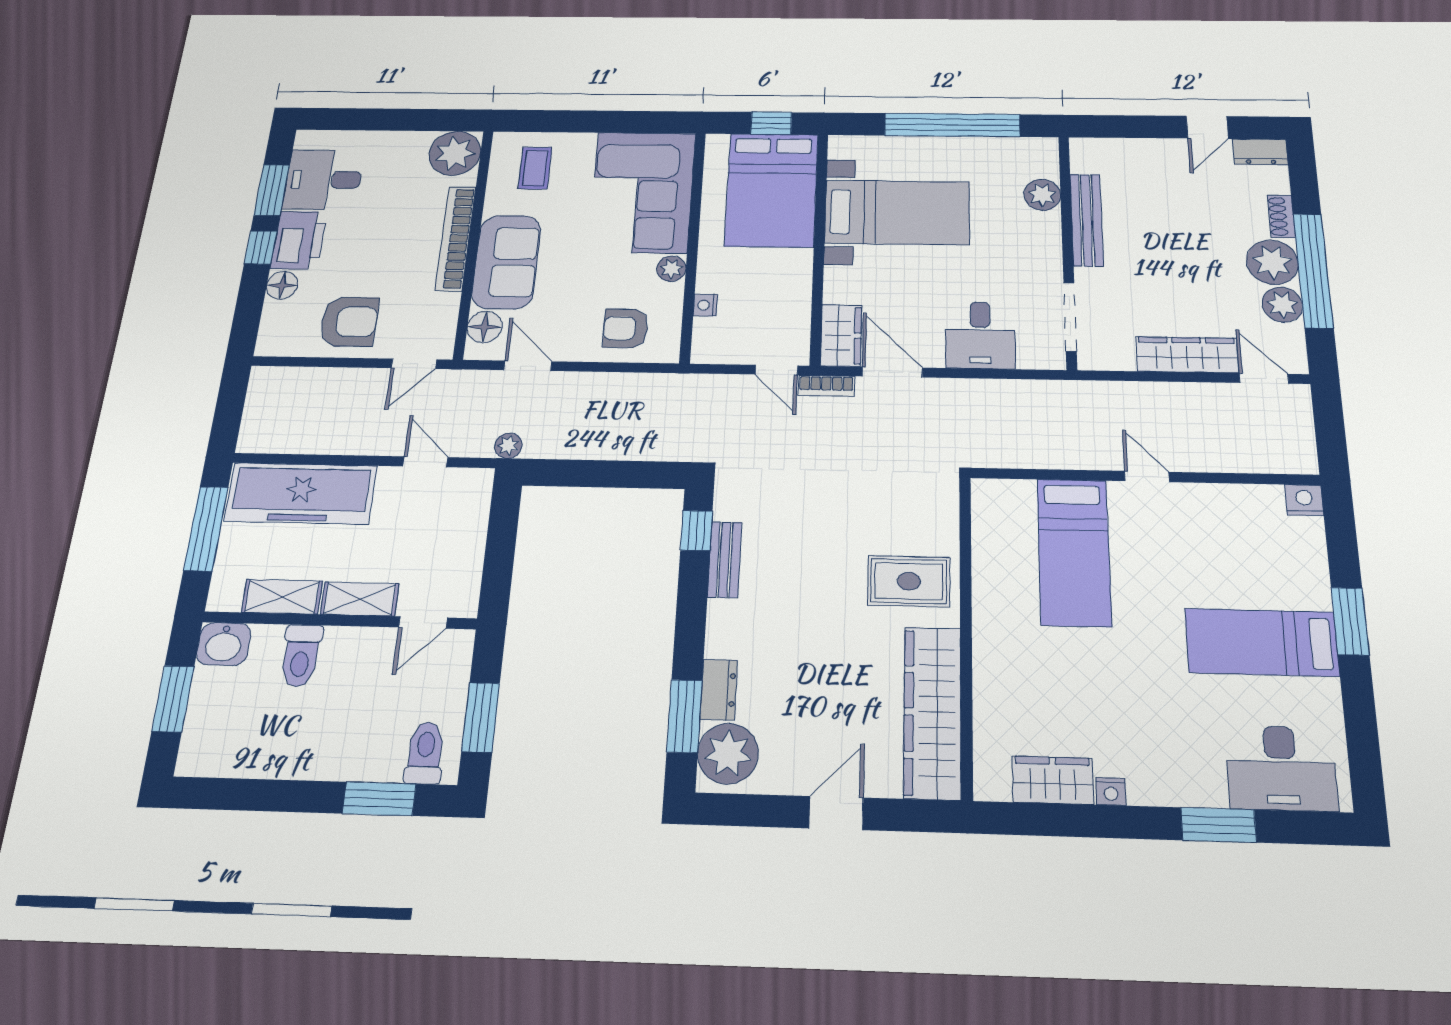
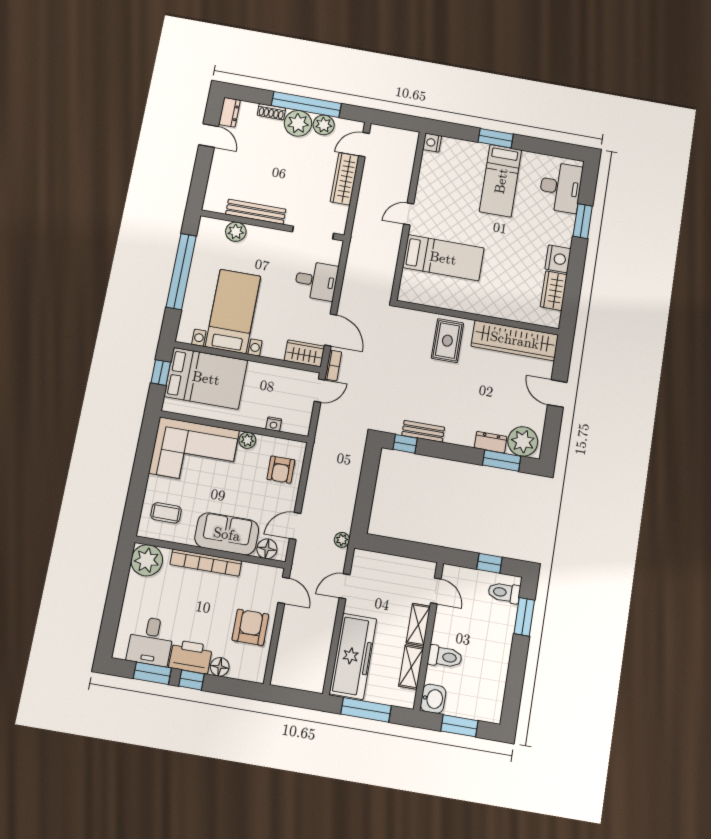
door: (892, 372) -> (331, 330), swing flipped
window: (481, 717) -> (490, 563), width x0.67
nightstand: (1111, 792) -> (558, 259), width x1.89, depth x1.79

